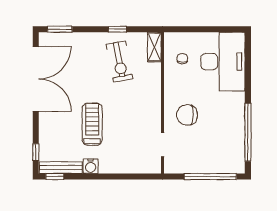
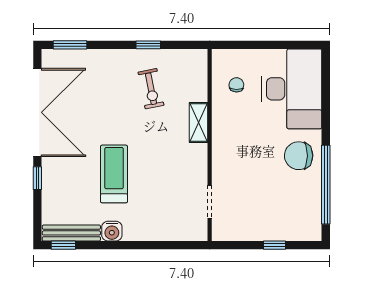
shelving: (154, 47) -> (199, 122), moved
exercise bike: (119, 61) -> (151, 89), width x0.73, depth x0.72
chair: (187, 115) -> (299, 156), moved
window: (36, 152) -> (37, 178), moved
window: (210, 177) -> (274, 245), width x0.32

